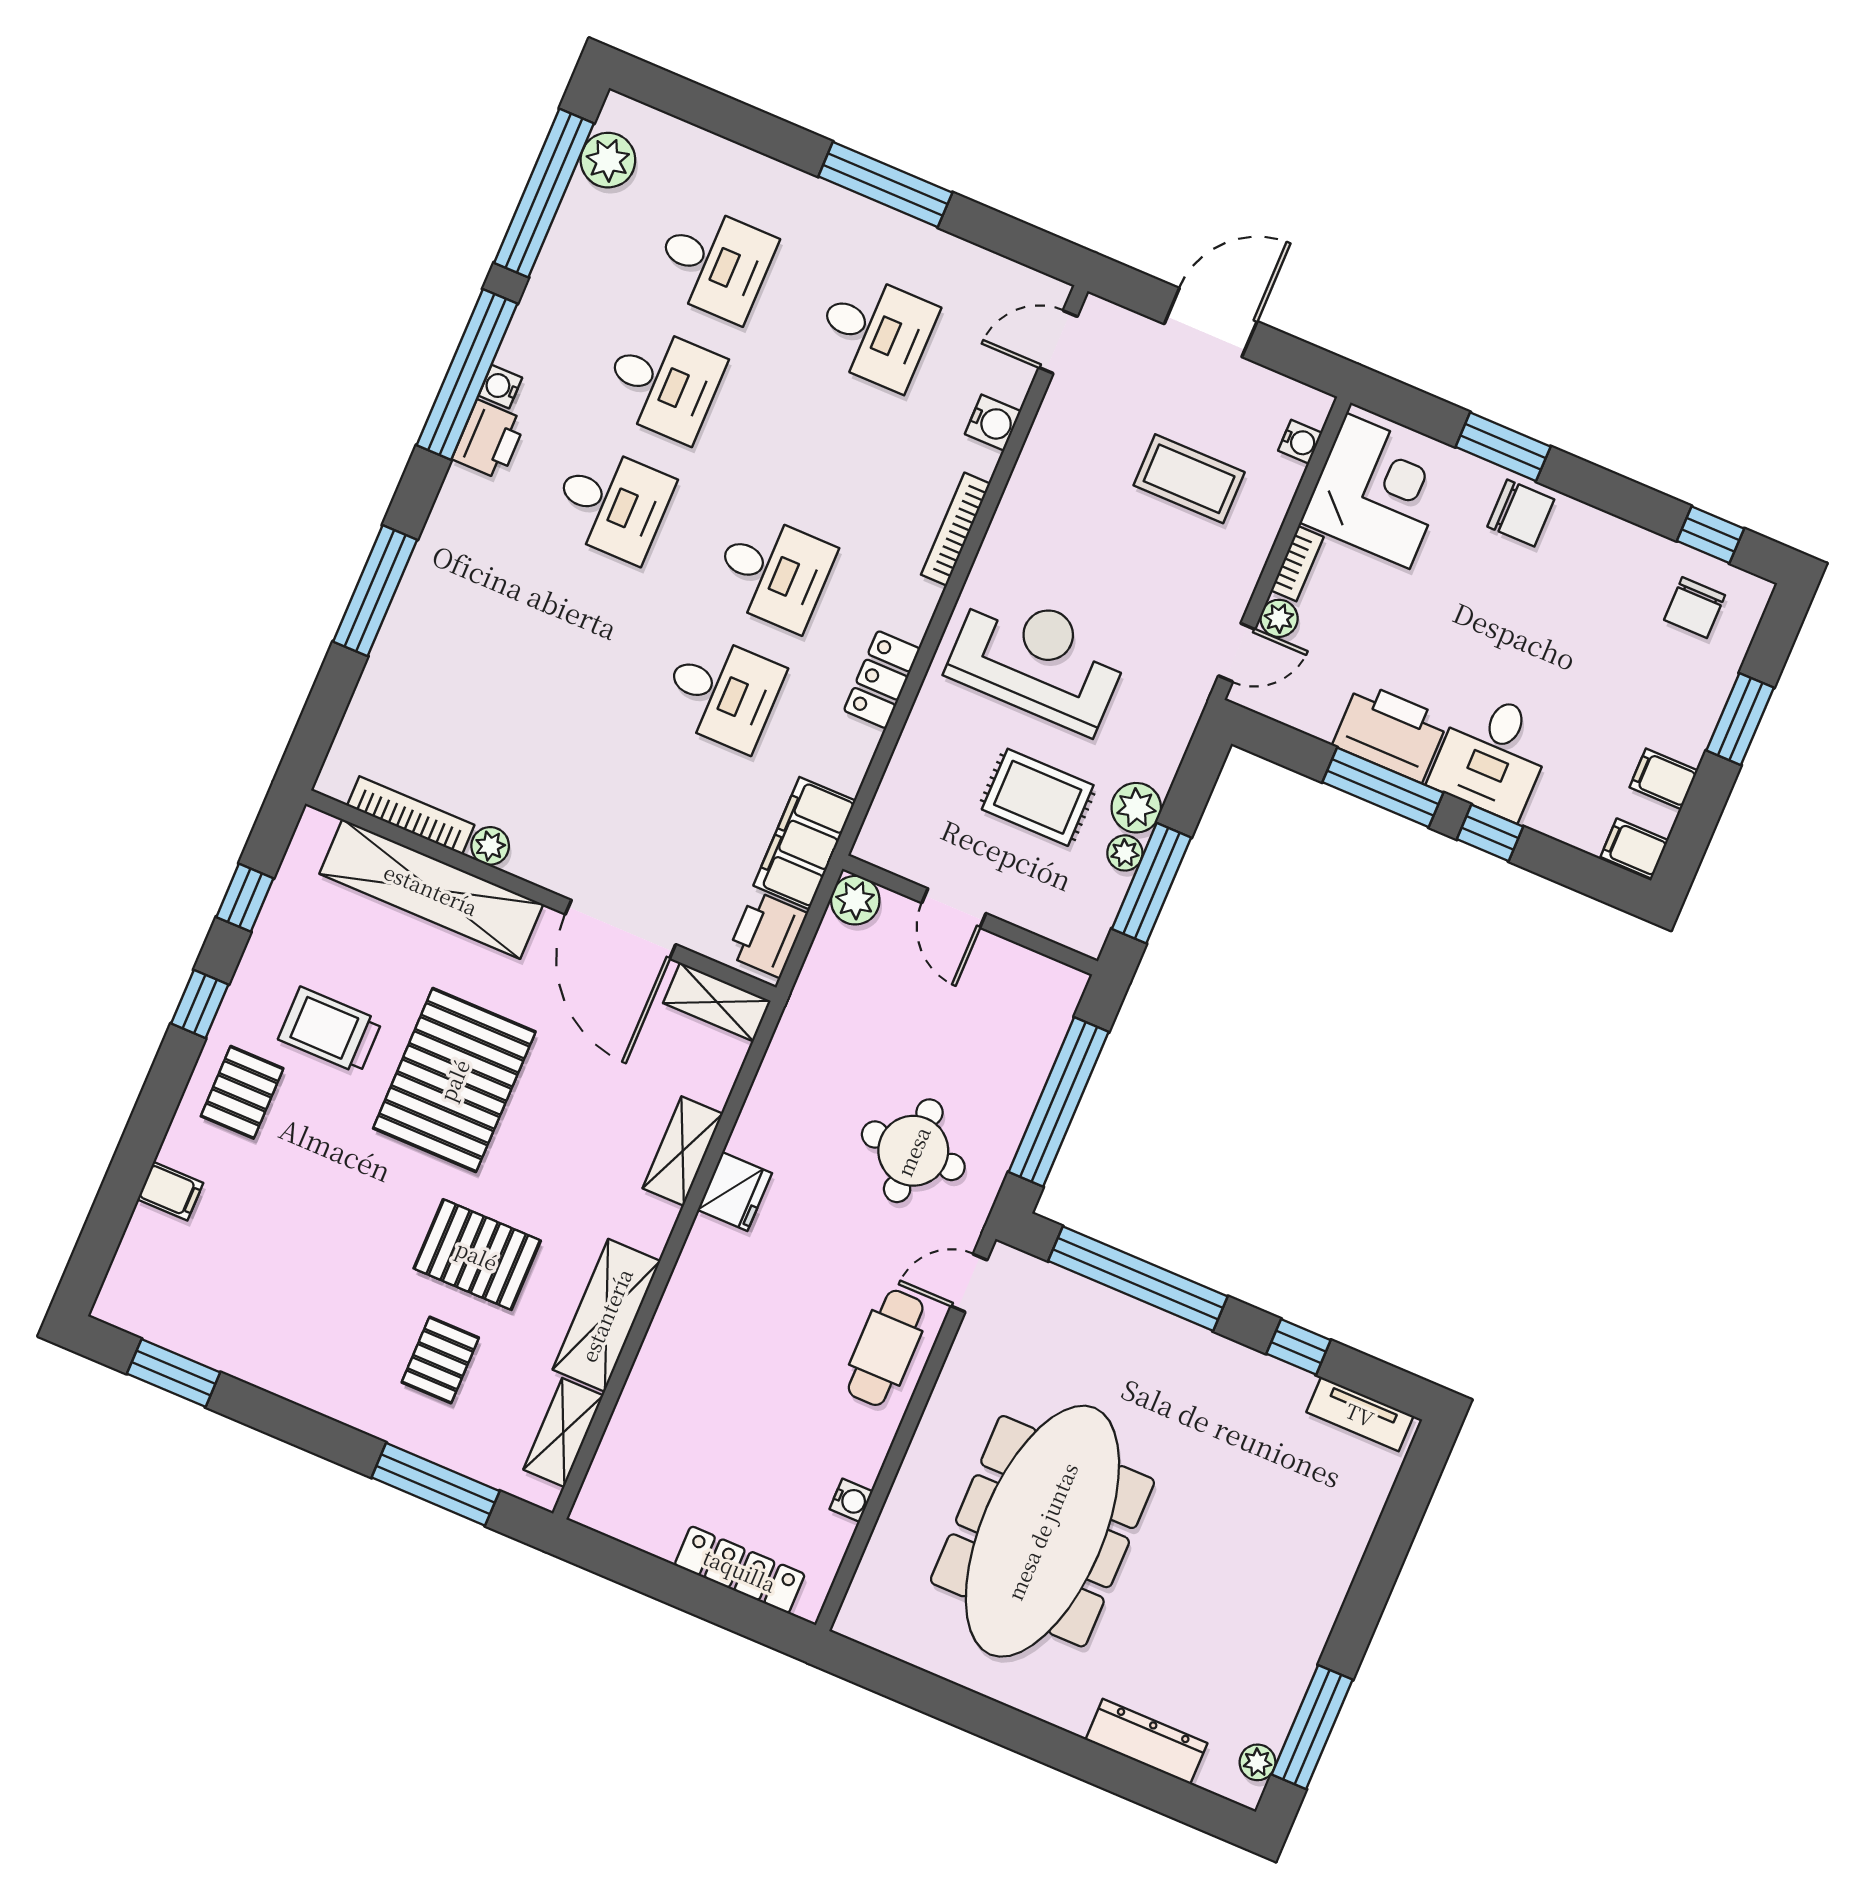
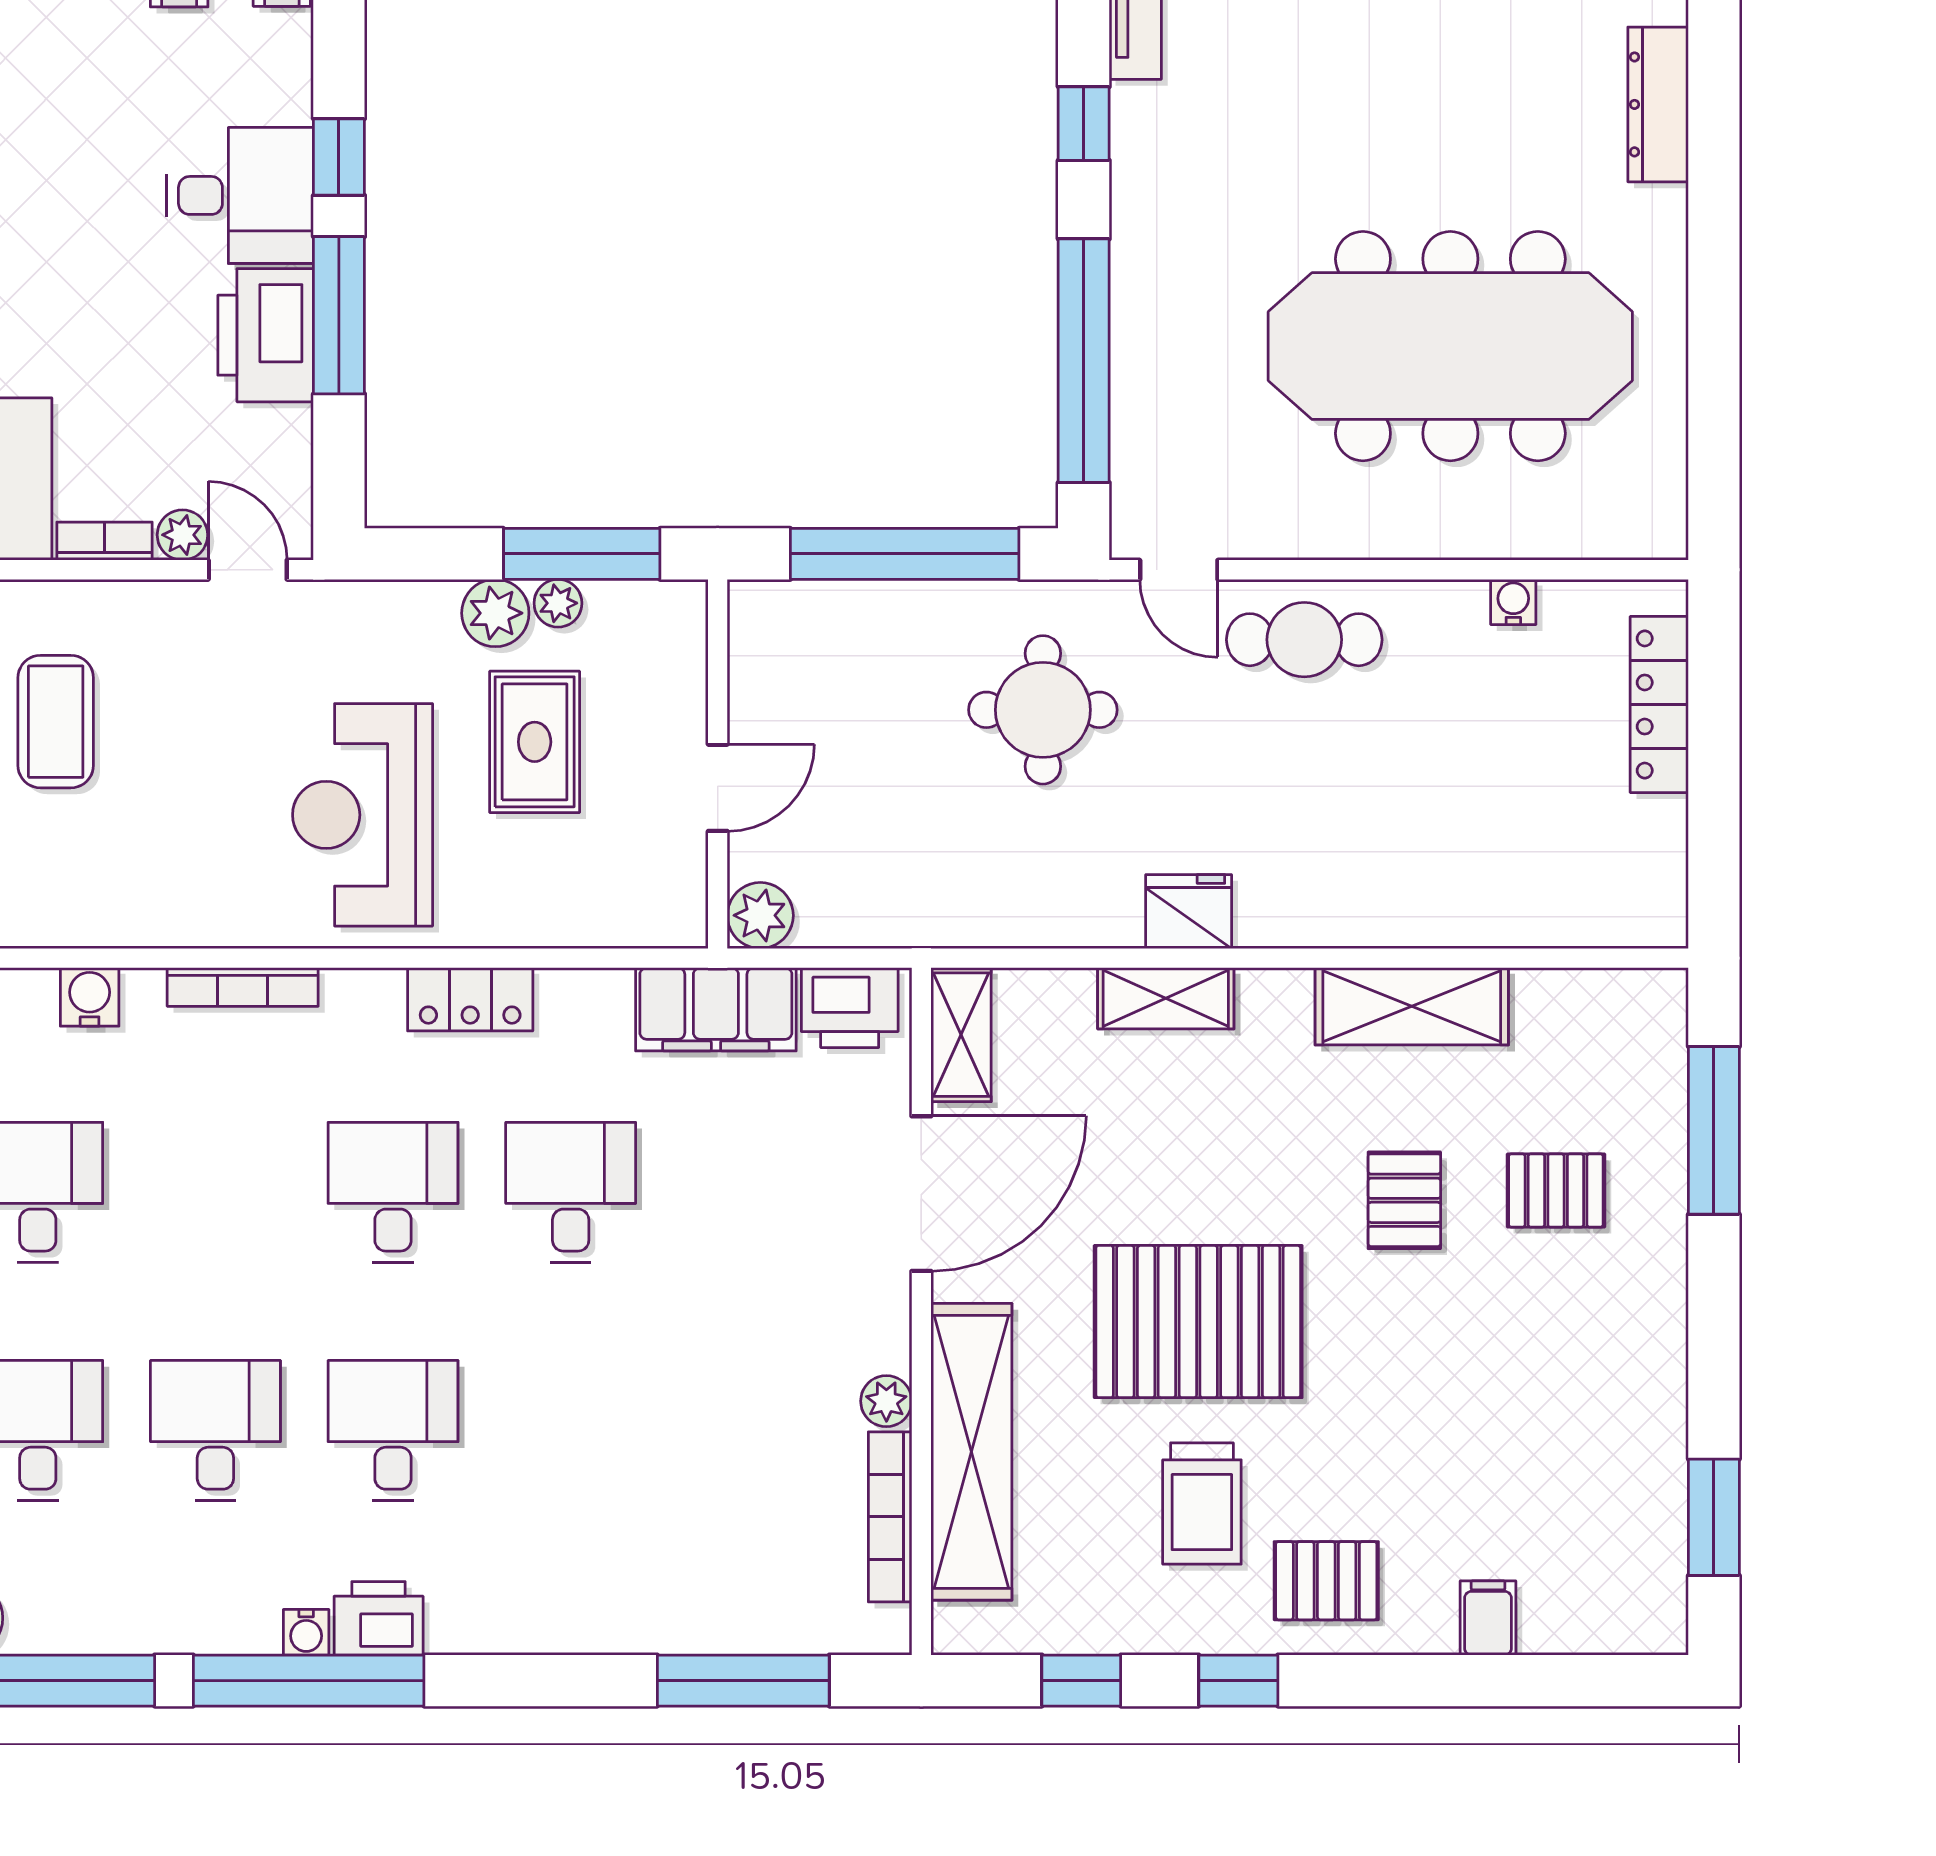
window: (375, 591) -> (743, 1681), moved
pallet: (477, 1255) -> (1404, 1200), width x0.67, depth x0.71
shelving: (563, 1432) -> (1581, 998), removed

